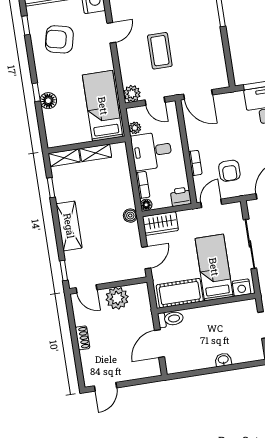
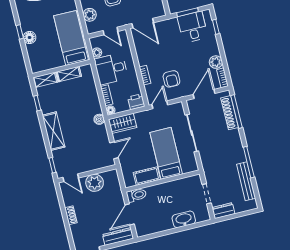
plant: (132, 94) -> (90, 15), moved
nightstand: (241, 288) -> (188, 167), removed
cot: (180, 293) -> (147, 176), width x0.73, depth x0.75
washbasin: (223, 360) -> (184, 219), width x1.91, depth x1.45
dresser: (142, 371) -> (118, 236), added

